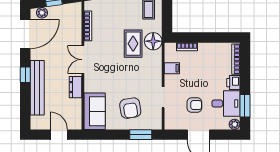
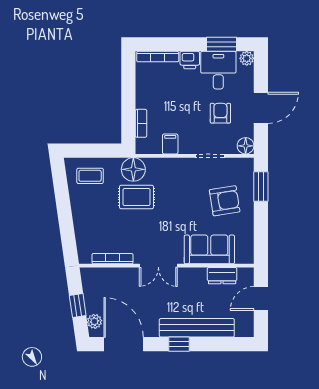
dresser: (75, 87) -> (222, 276), moved
sofa: (95, 111) -> (209, 249), moved
floor lamp: (171, 123) -> (246, 146), added

